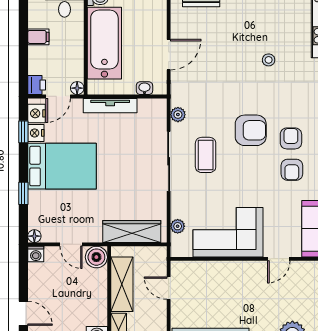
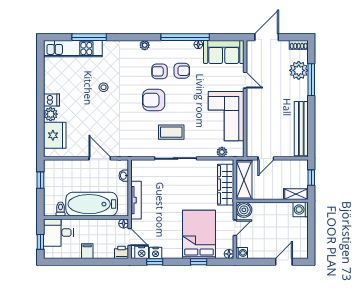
plant: (178, 115) -> (142, 152), removed
armchair: (251, 130) -> (154, 100), turned -90
bed: (62, 166) -> (199, 234), moved
shelving: (122, 284) -> (244, 180), moved, turned 90

